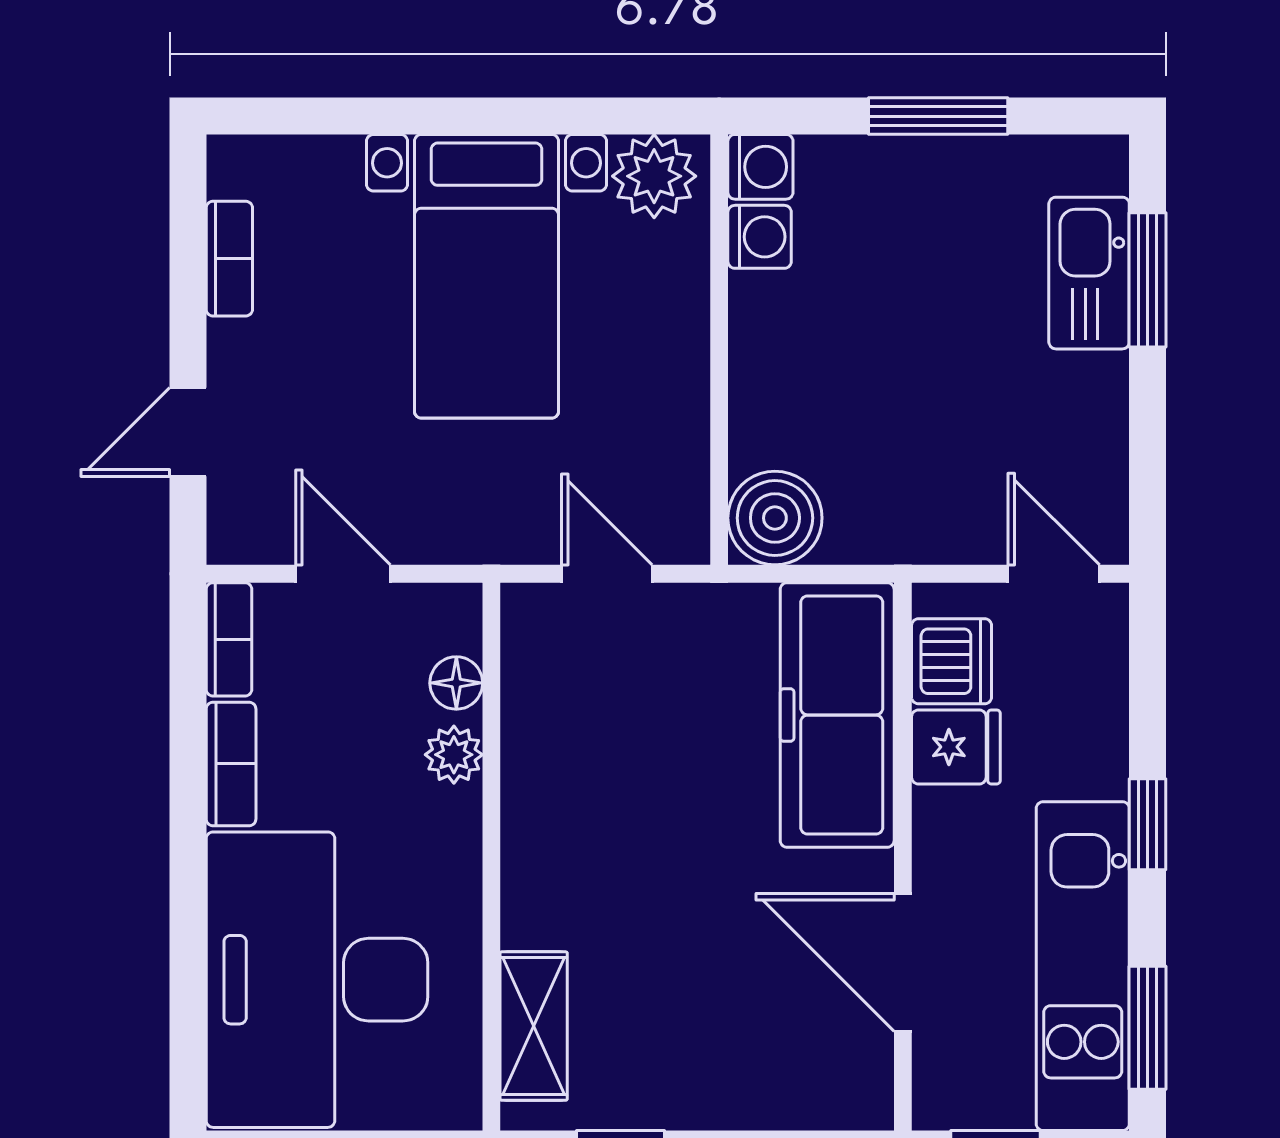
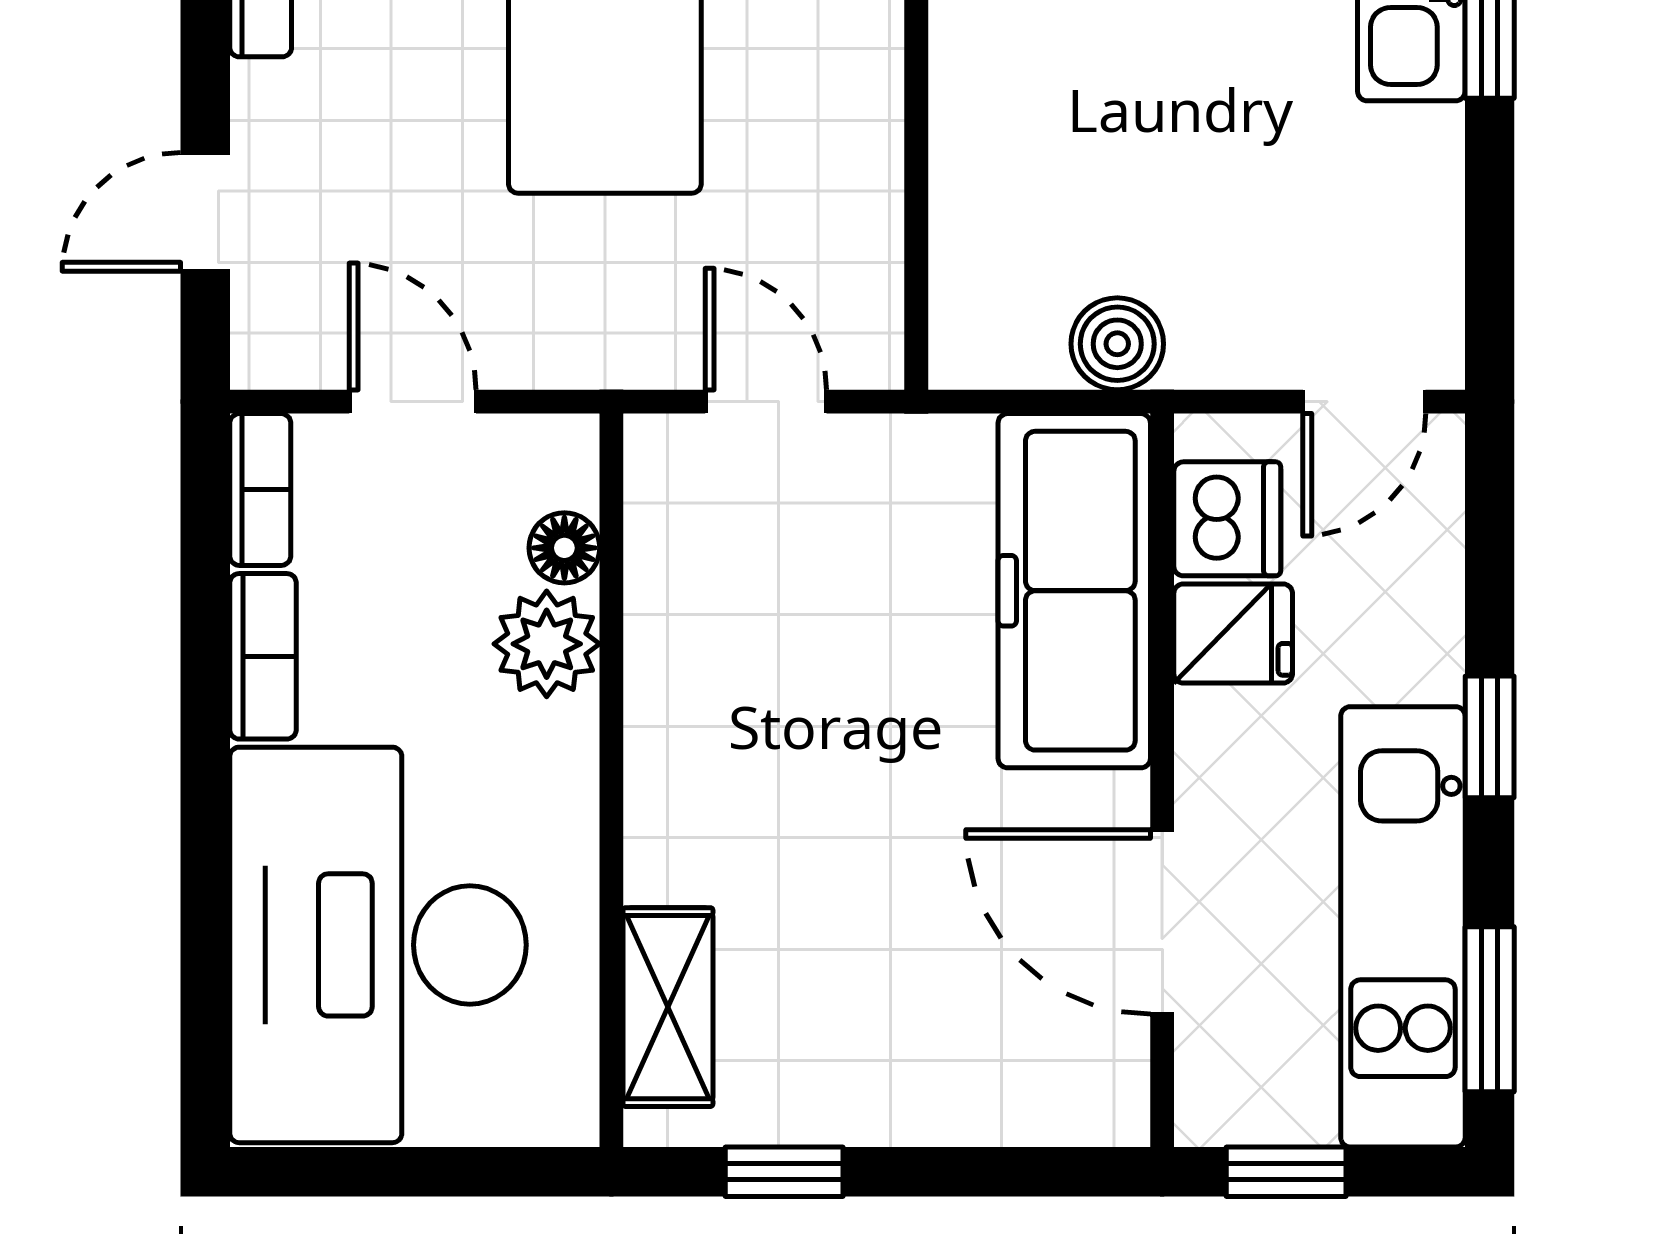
boiler: (775, 518) -> (1117, 344), moved, width x0.73, depth x0.73
door: (1054, 574) -> (1364, 402), swing flipped
plant: (454, 755) -> (547, 644), width x1.38, depth x1.38

